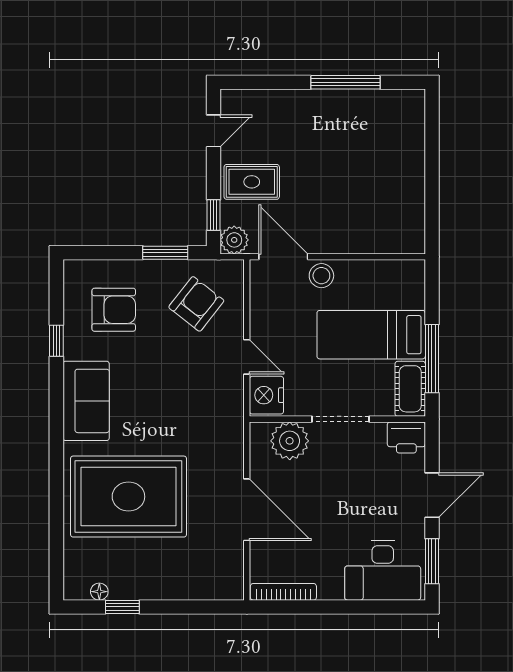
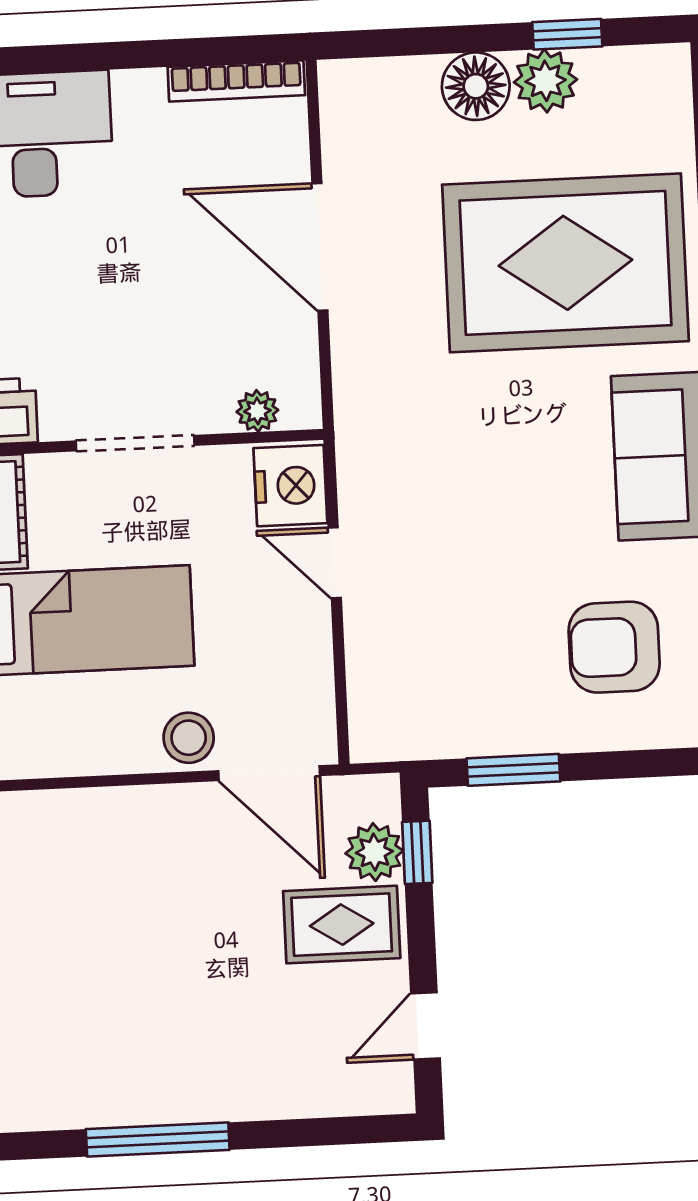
plant: (234, 240) -> (374, 852), moved
armchair: (196, 304) -> (444, 667), removed
plant: (290, 441) -> (257, 411), width x0.53, depth x0.53
plant: (134, 585) -> (546, 81), added
floor lamp: (99, 592) -> (476, 86), moved, width x1.89, depth x1.89

